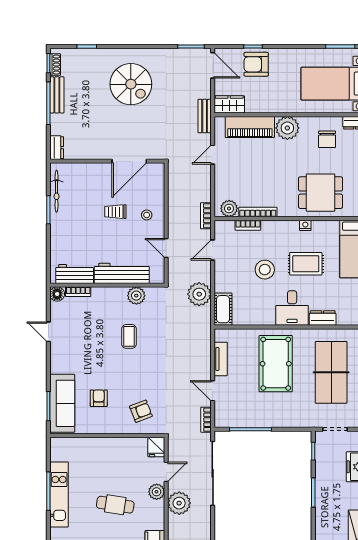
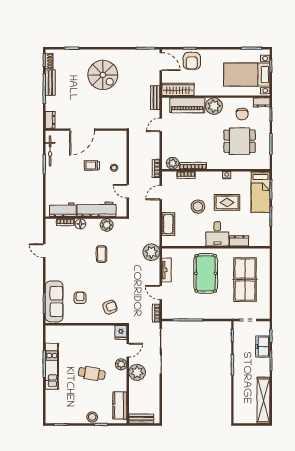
armchair: (256, 64) -> (192, 61), turned -90
wardrobe: (229, 104) -> (178, 89), width x1.50
door: (129, 161) -> (82, 130), moved
dining table: (321, 193) -> (240, 141), moved
floor lamp: (57, 294) -> (80, 224), moved
plant: (199, 294) -> (151, 252), moved
cot: (223, 309) -> (168, 224), moved

